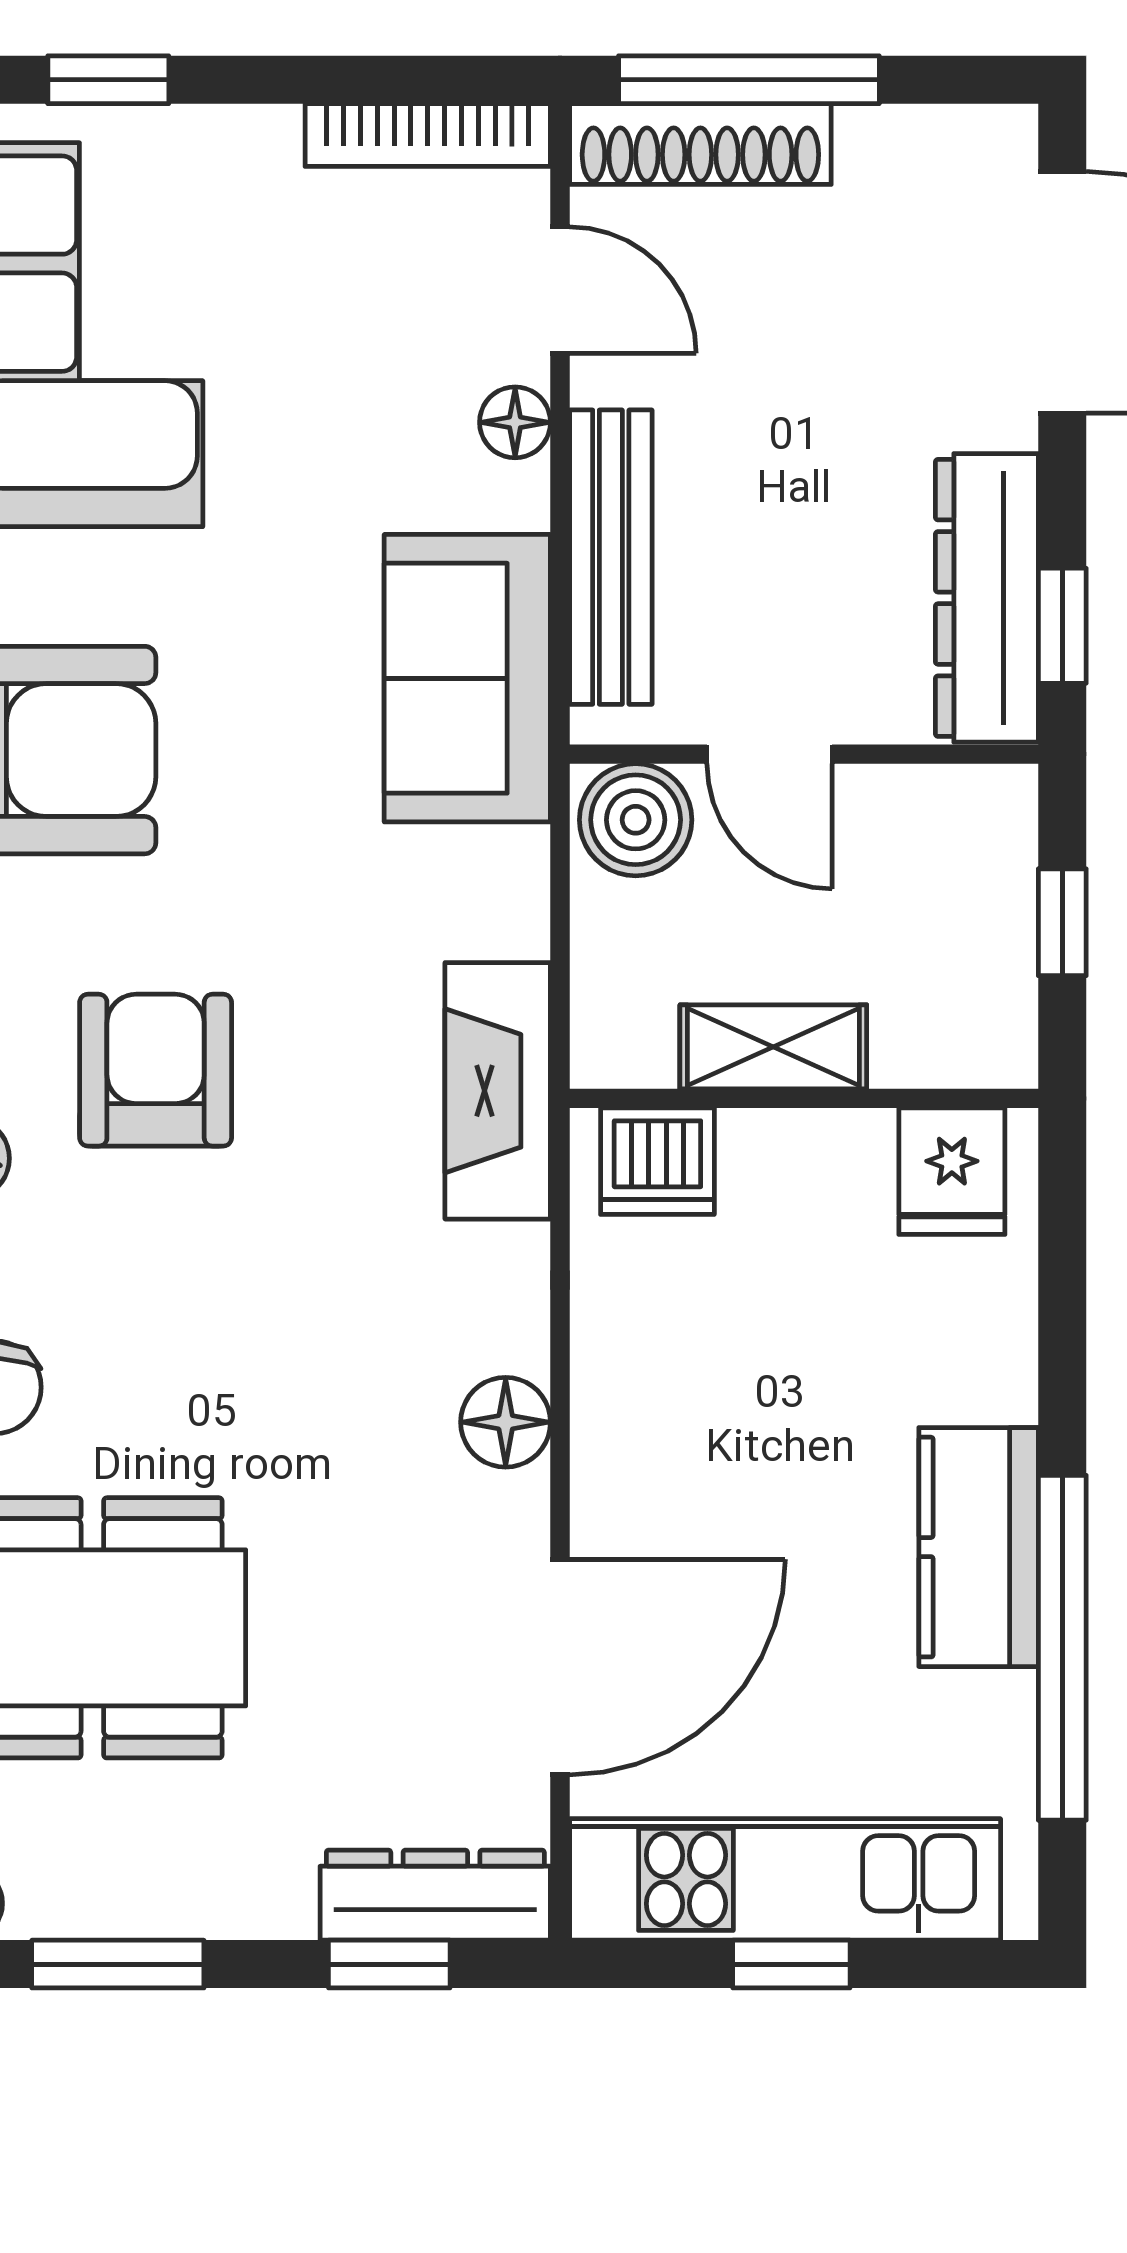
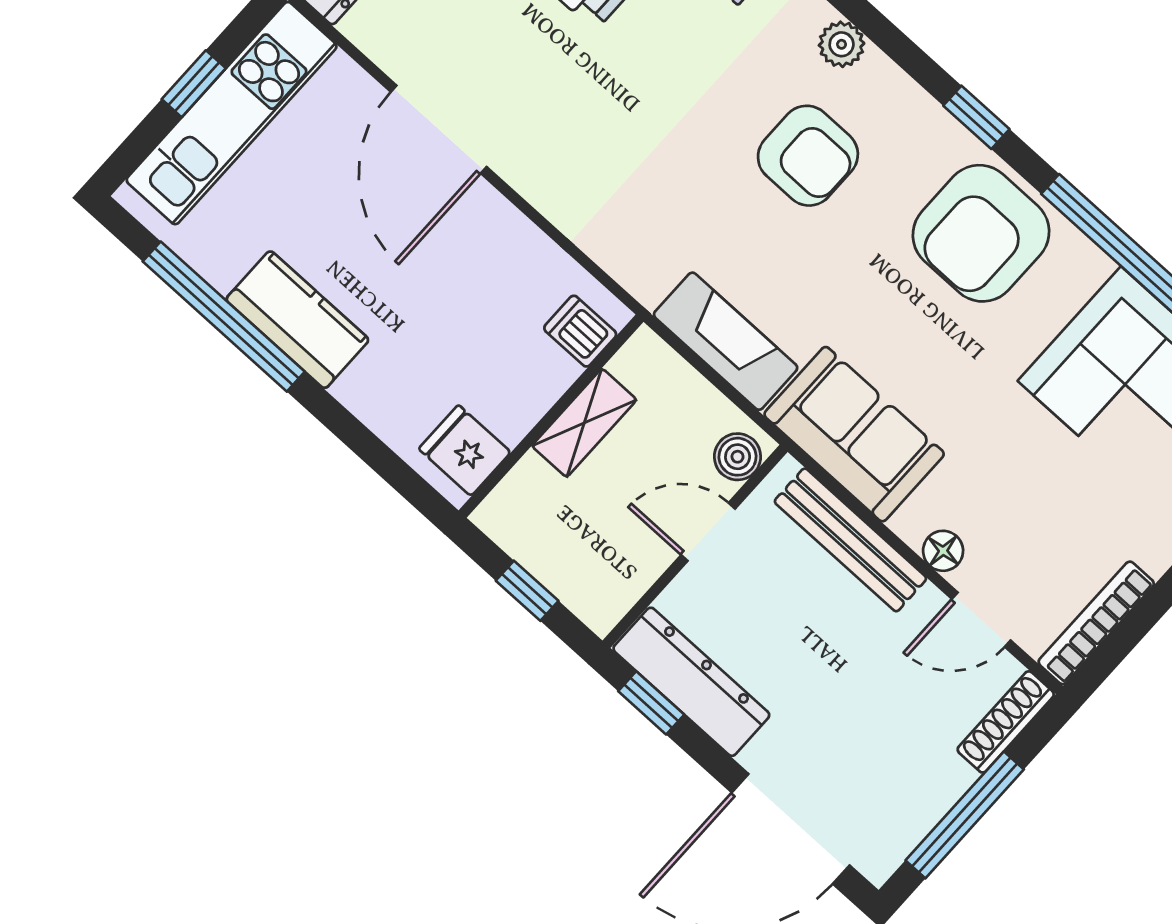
window: (749, 80) -> (965, 815), moved
shoe rack: (700, 144) -> (1006, 722), width x0.74, depth x0.81
boiler: (636, 820) -> (738, 457), width x0.73, depth x0.73
fireplace: (498, 1091) -> (726, 341), moved
dishwasher: (657, 1161) -> (580, 331), width x0.73
floor lamp: (506, 1422) -> (528, 169), removed
door: (560, 1667) -> (439, 129), moved

